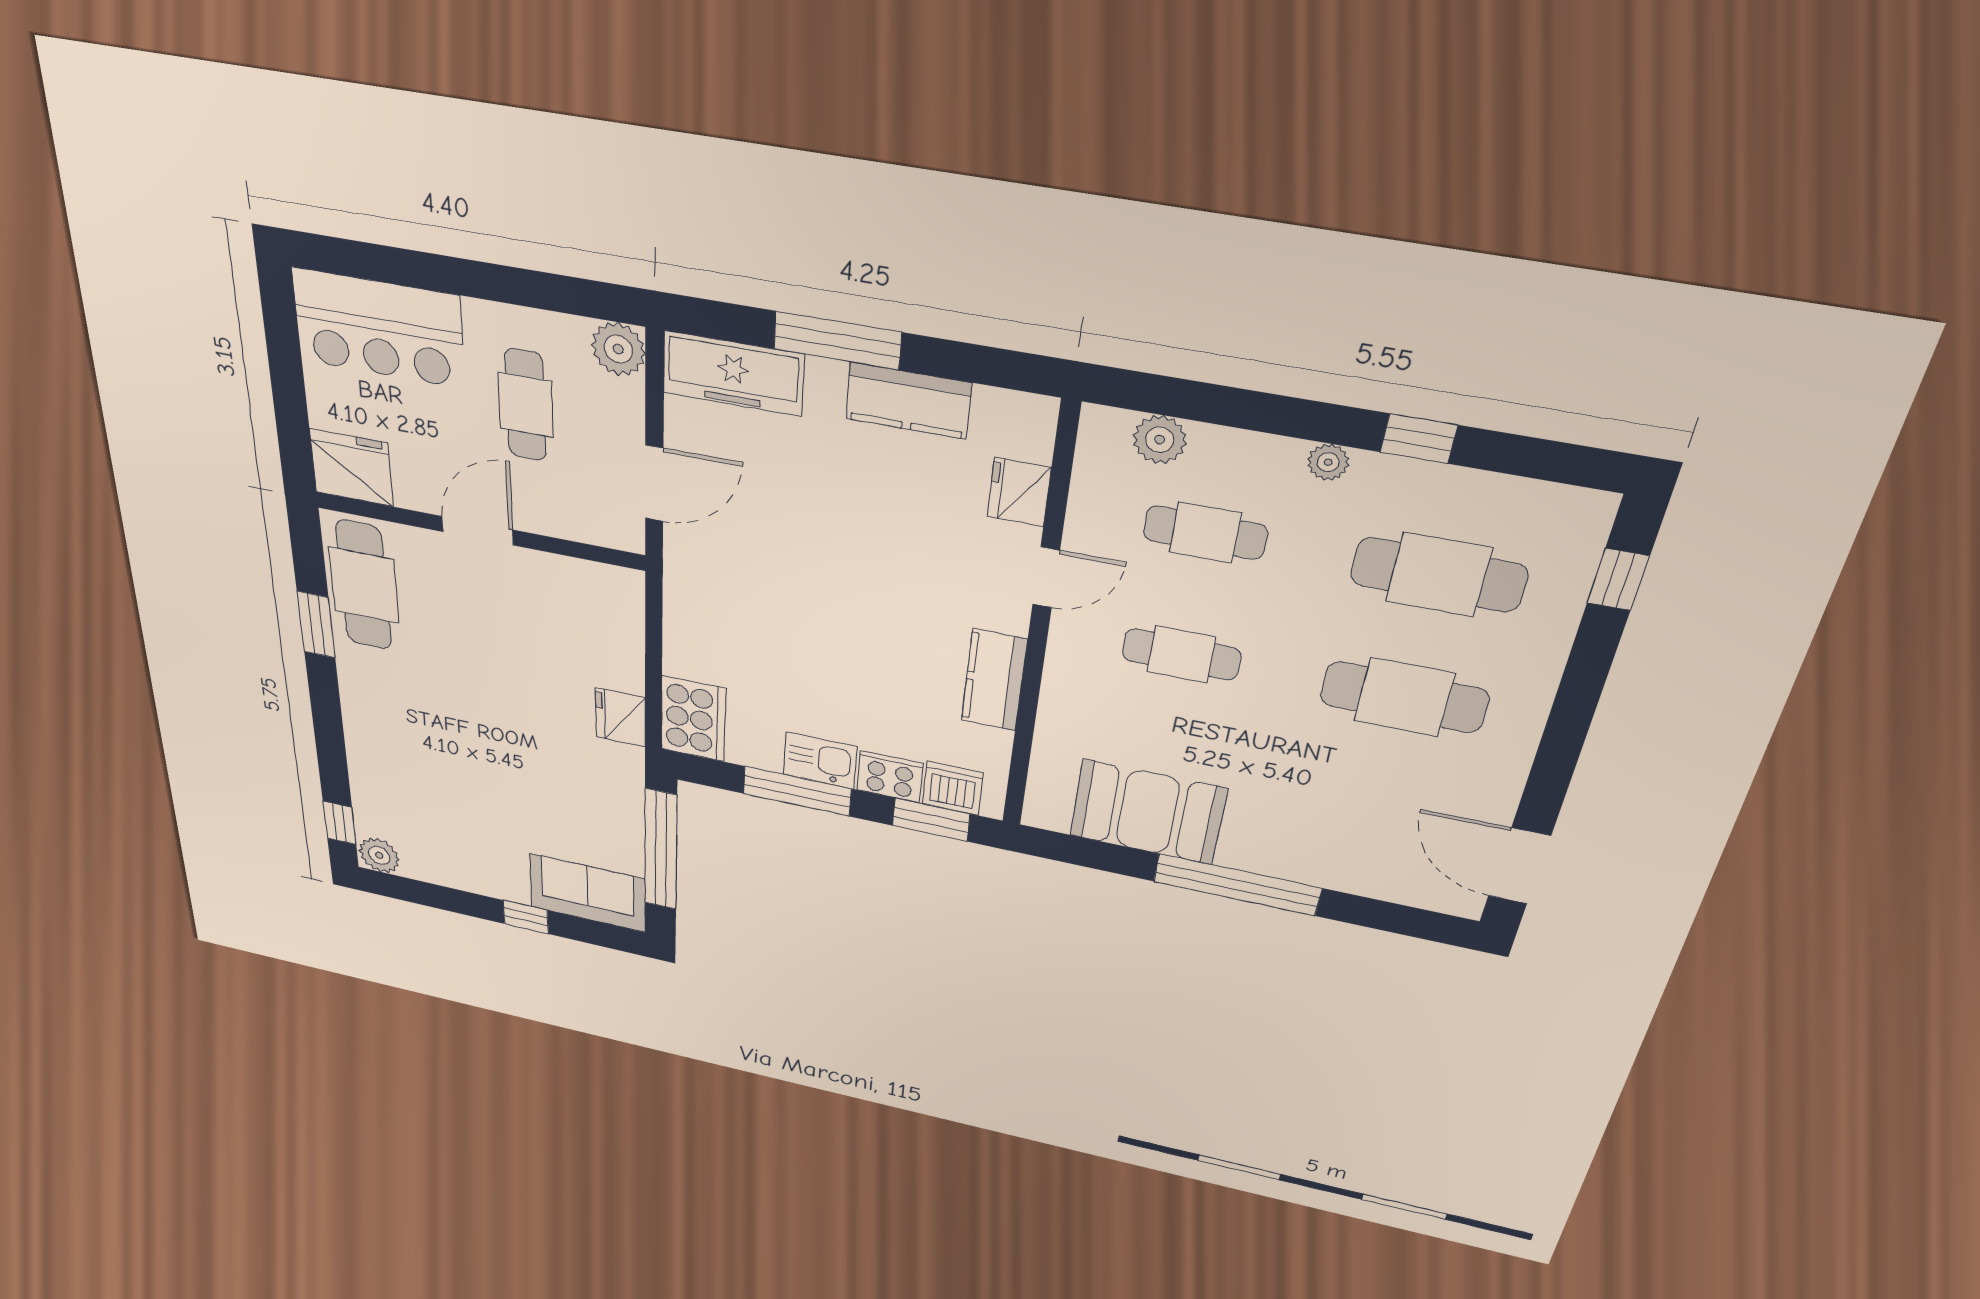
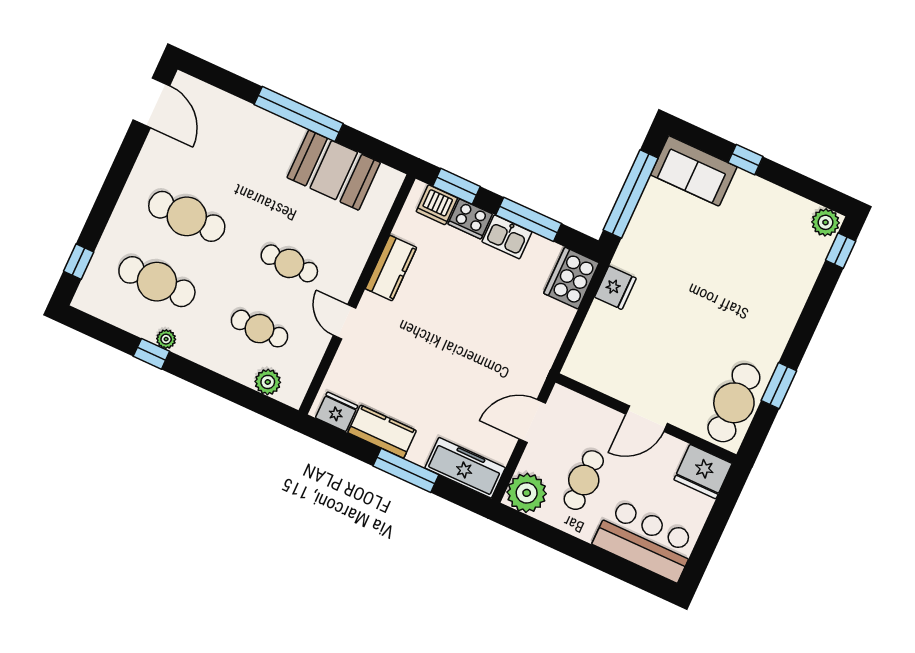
plant: (618, 349) -> (527, 493), width x1.36, depth x1.36
plant: (1328, 462) -> (166, 339), moved
fridge: (1019, 492) -> (337, 412), moved, turned -90
door: (1046, 577) -> (345, 322), hinge flipped

